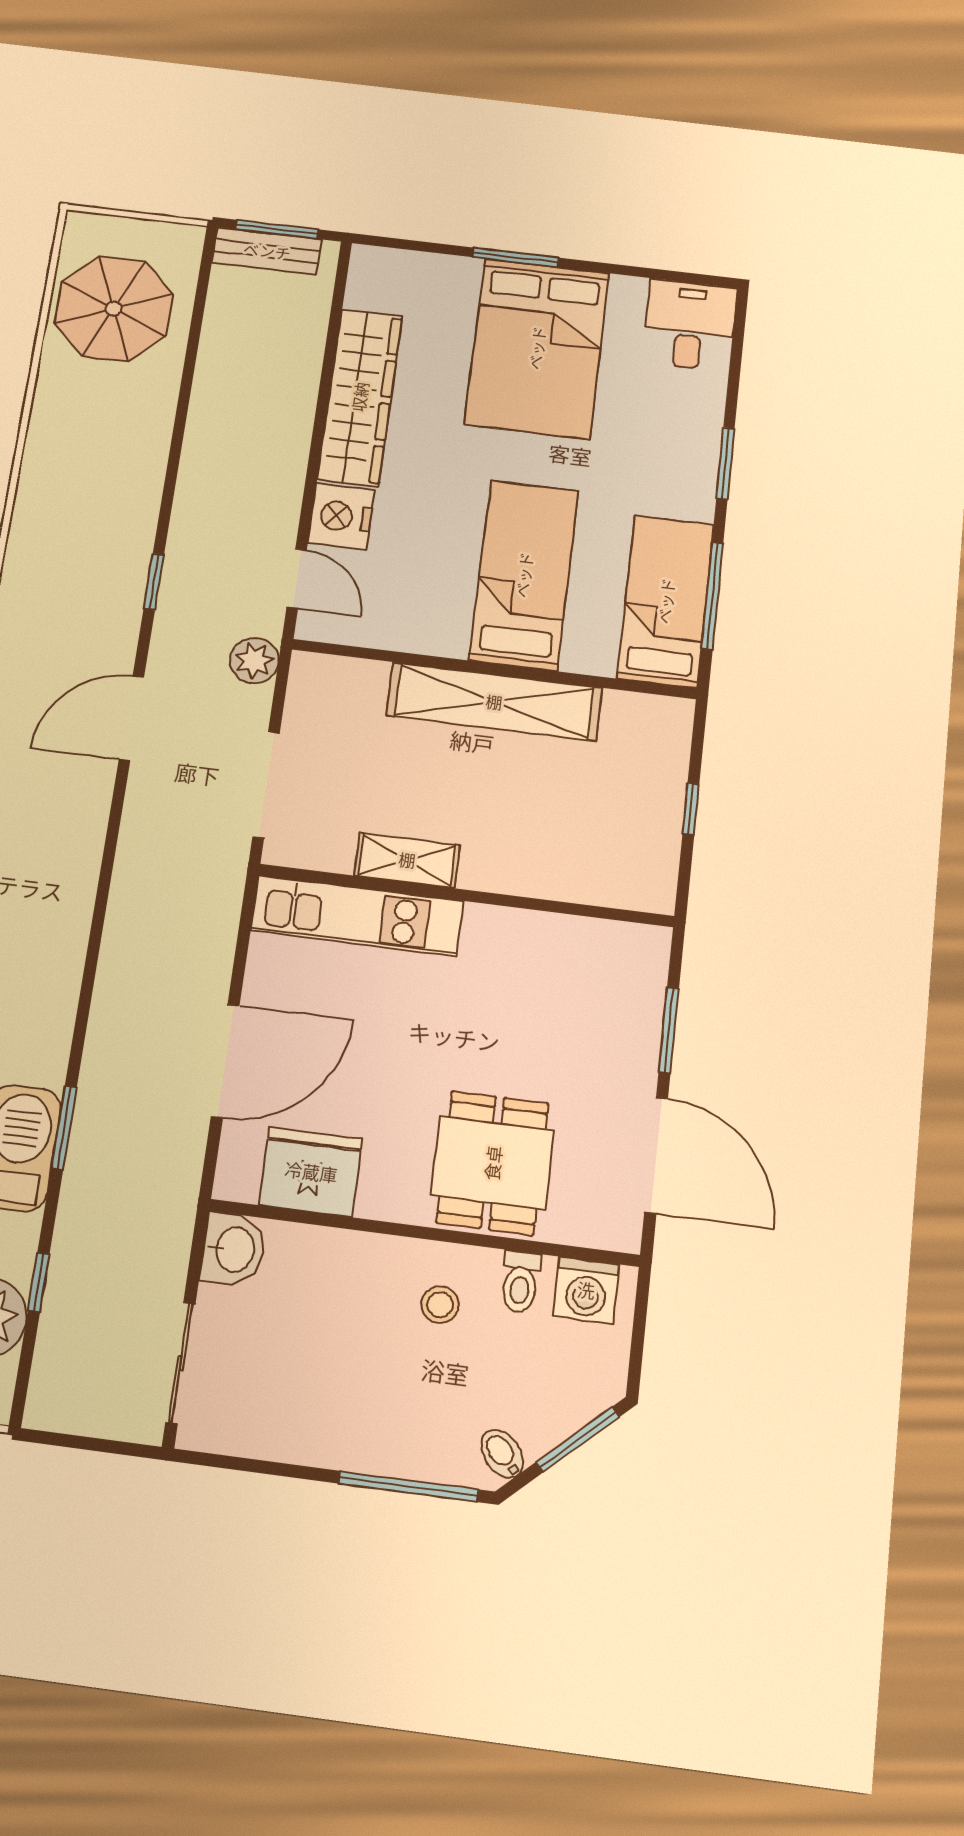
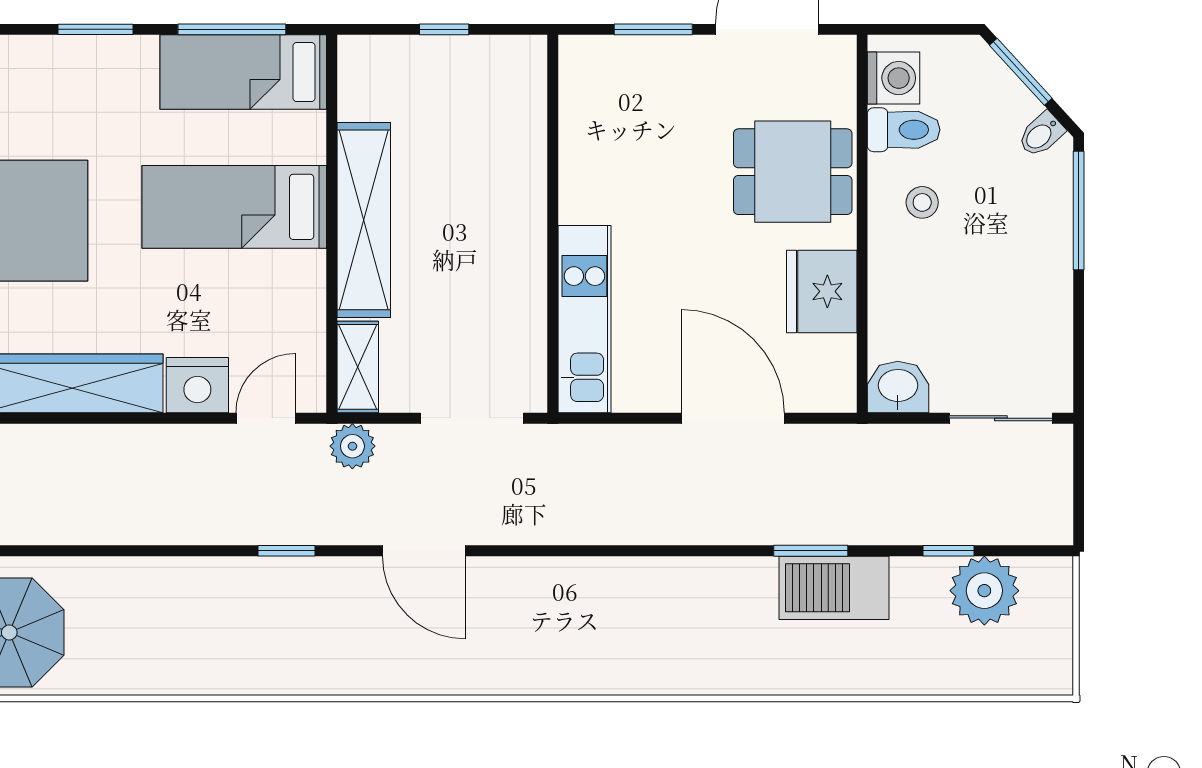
shelving: (407, 860) -> (358, 367), moved
fridge: (311, 1172) -> (822, 291), moved
toilet: (520, 1282) -> (904, 130), width x1.37, depth x1.39

